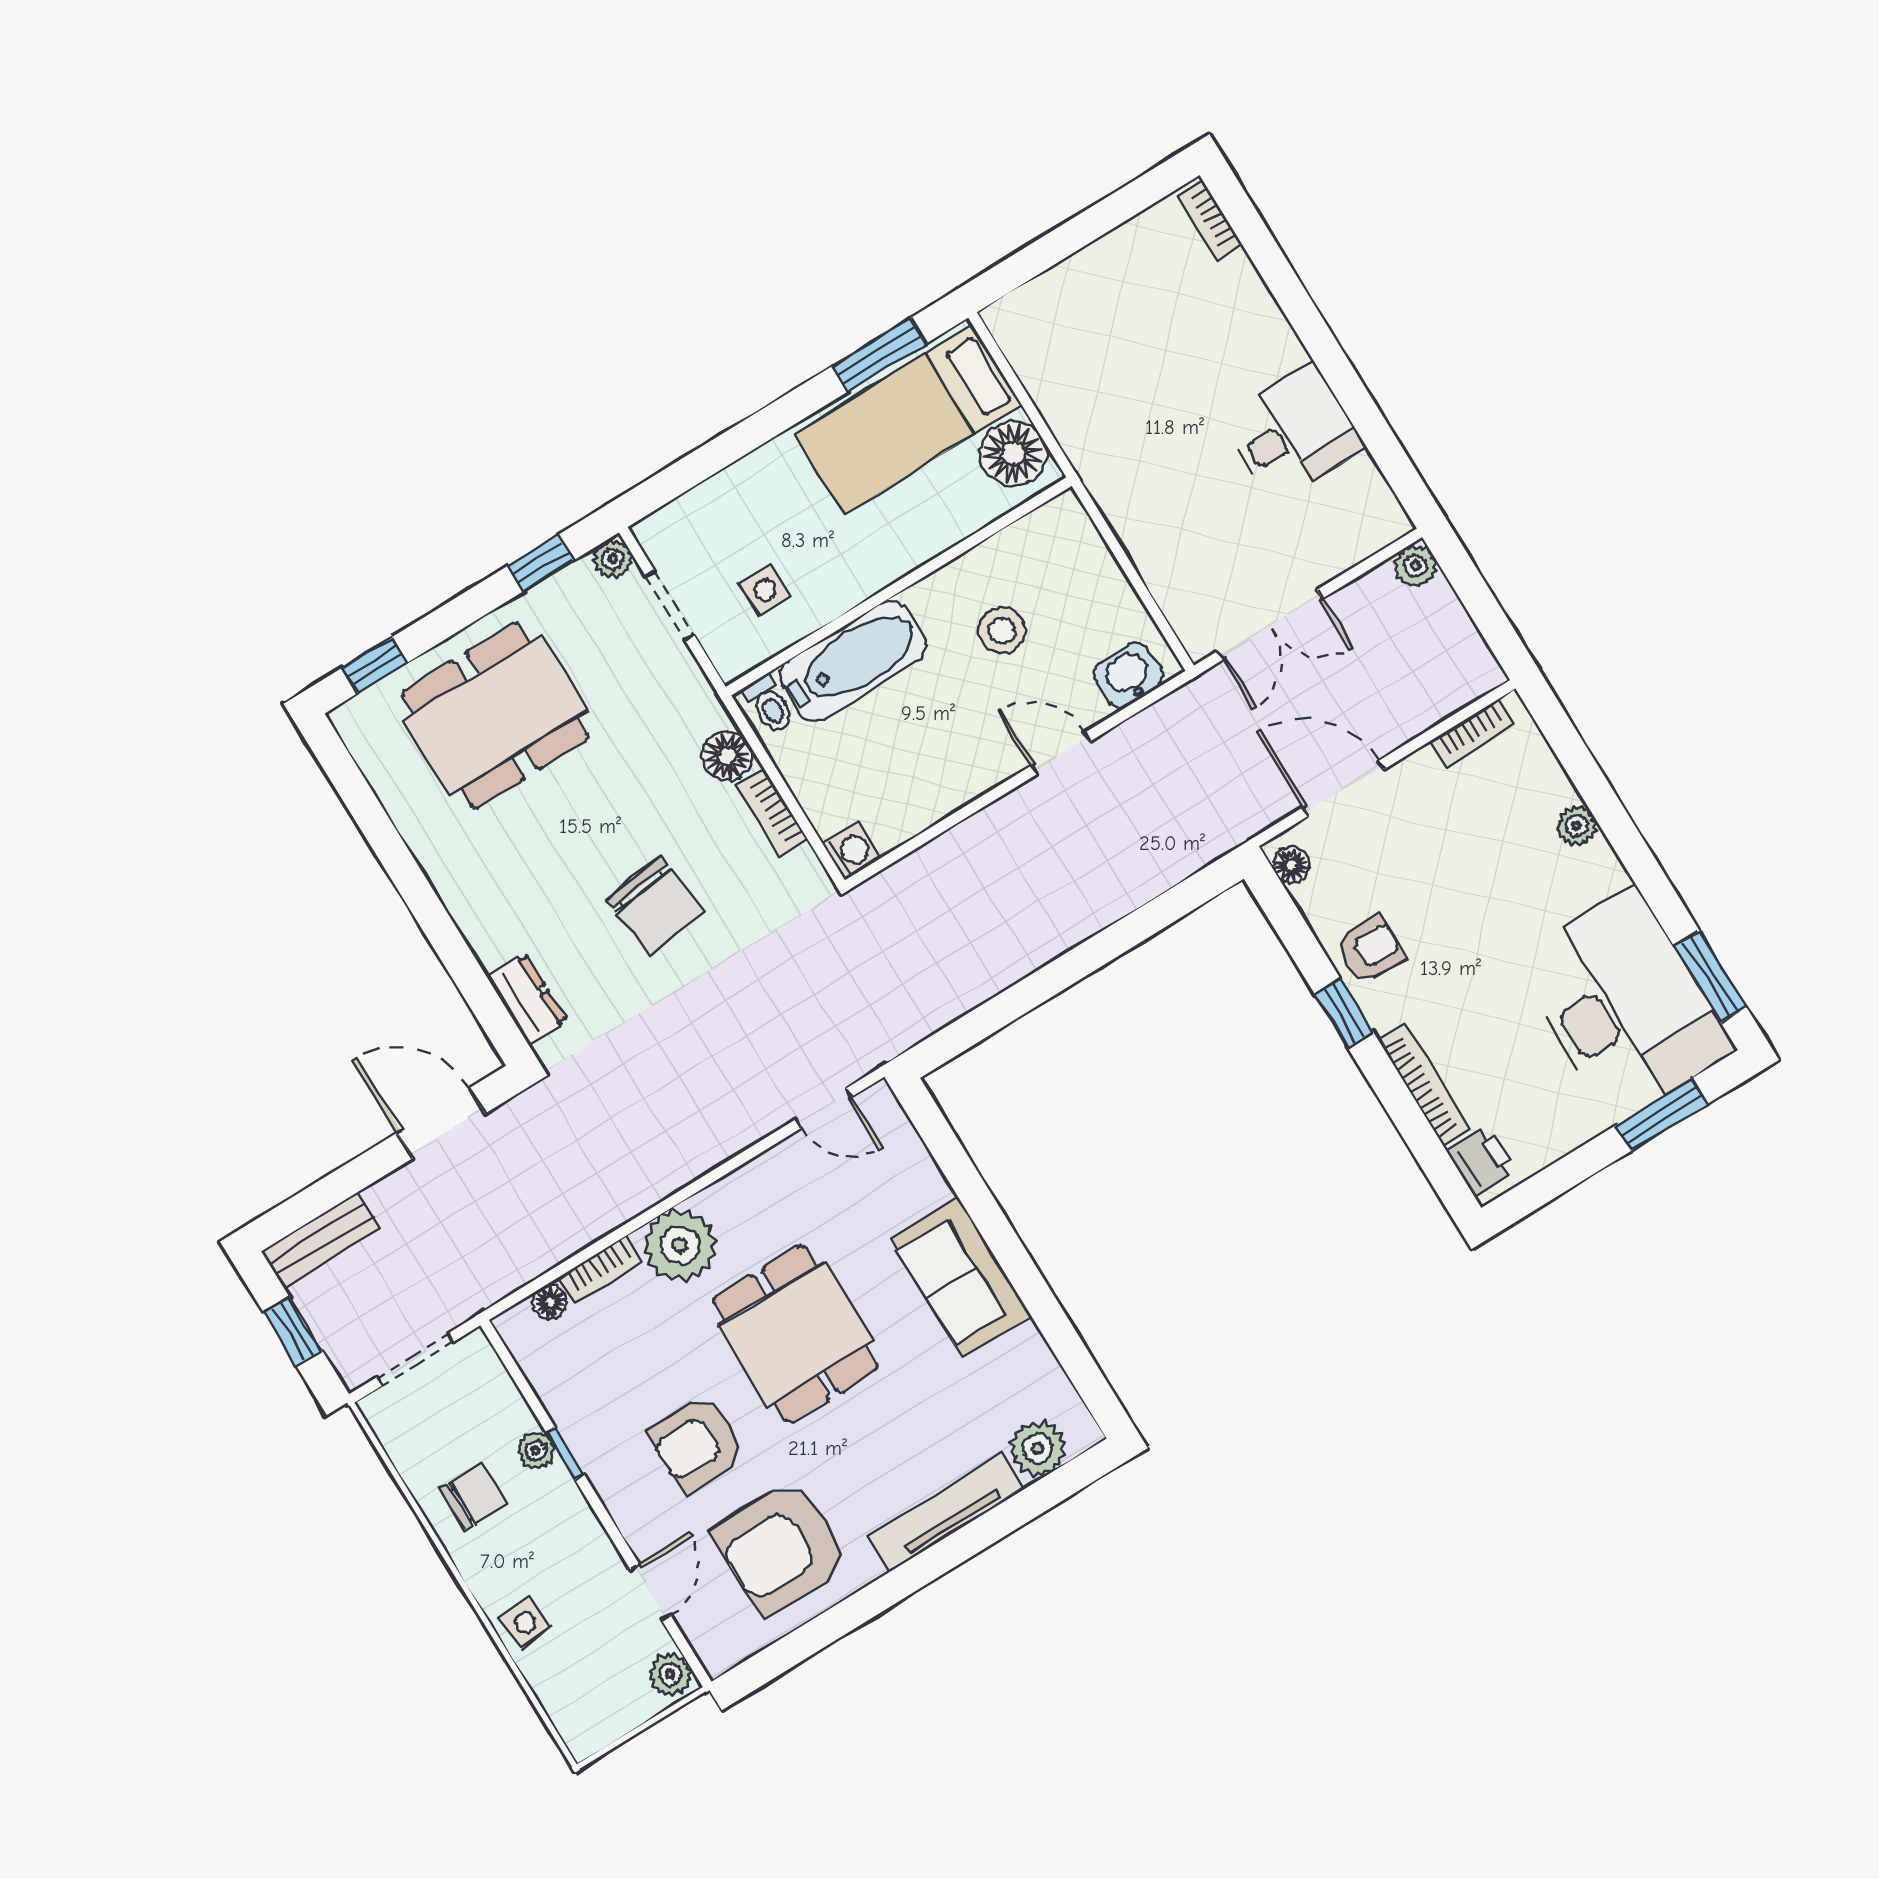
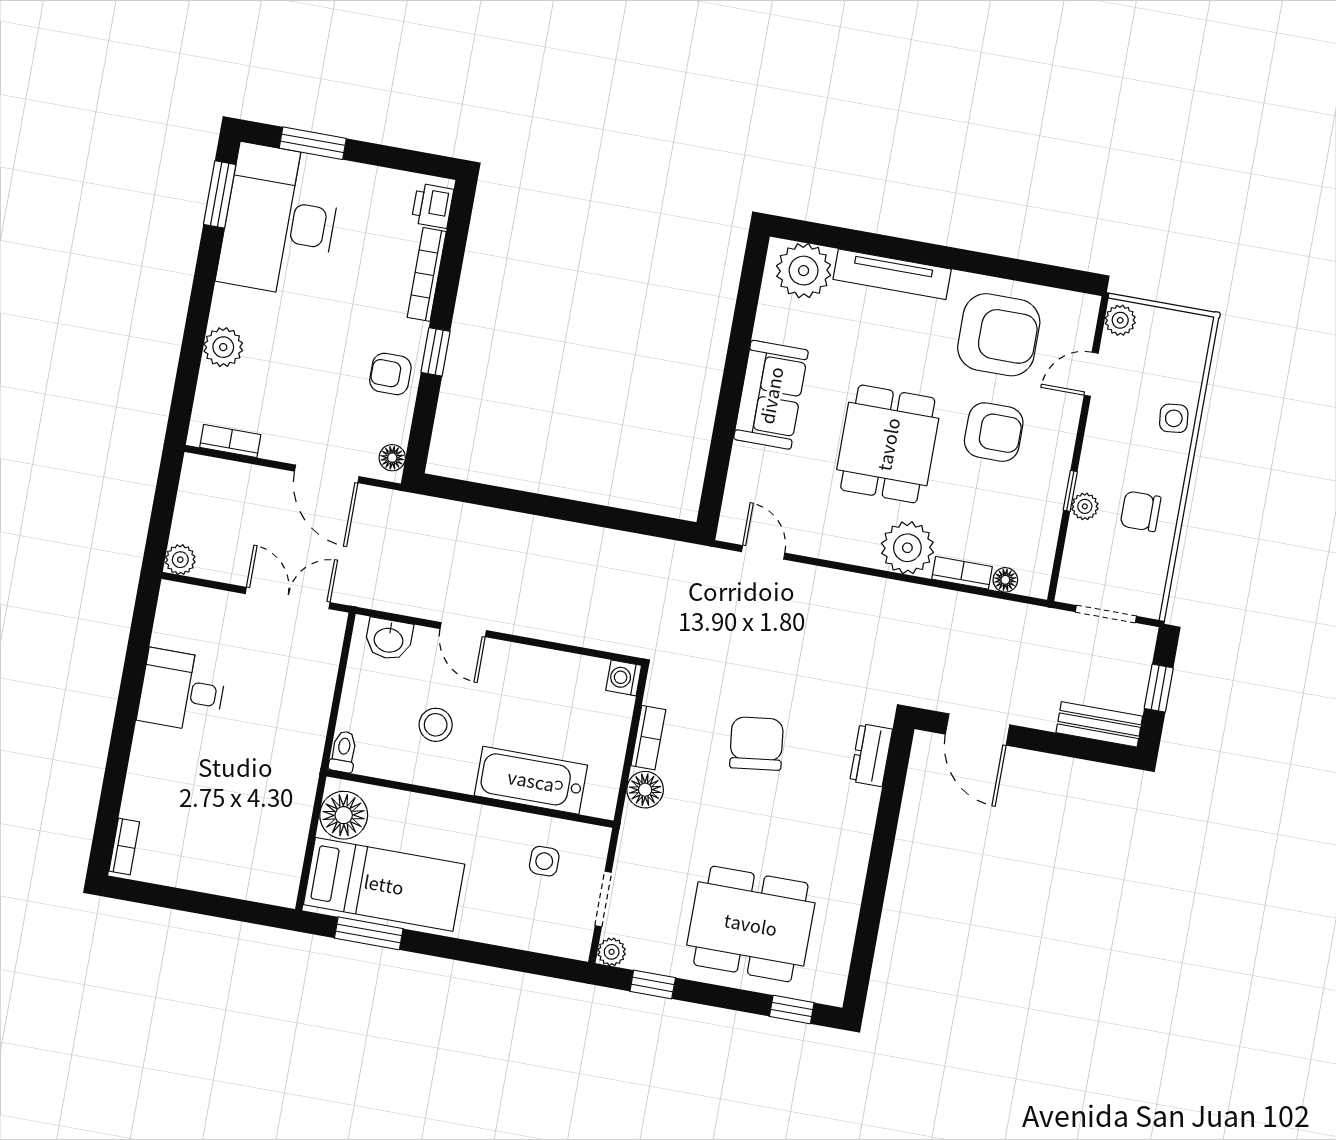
toilet: (769, 704) -> (343, 752), moved
plant: (1577, 826) -> (223, 347), width x1.38, depth x1.38
plant: (1038, 1448) -> (804, 271), width x1.36, depth x1.36

